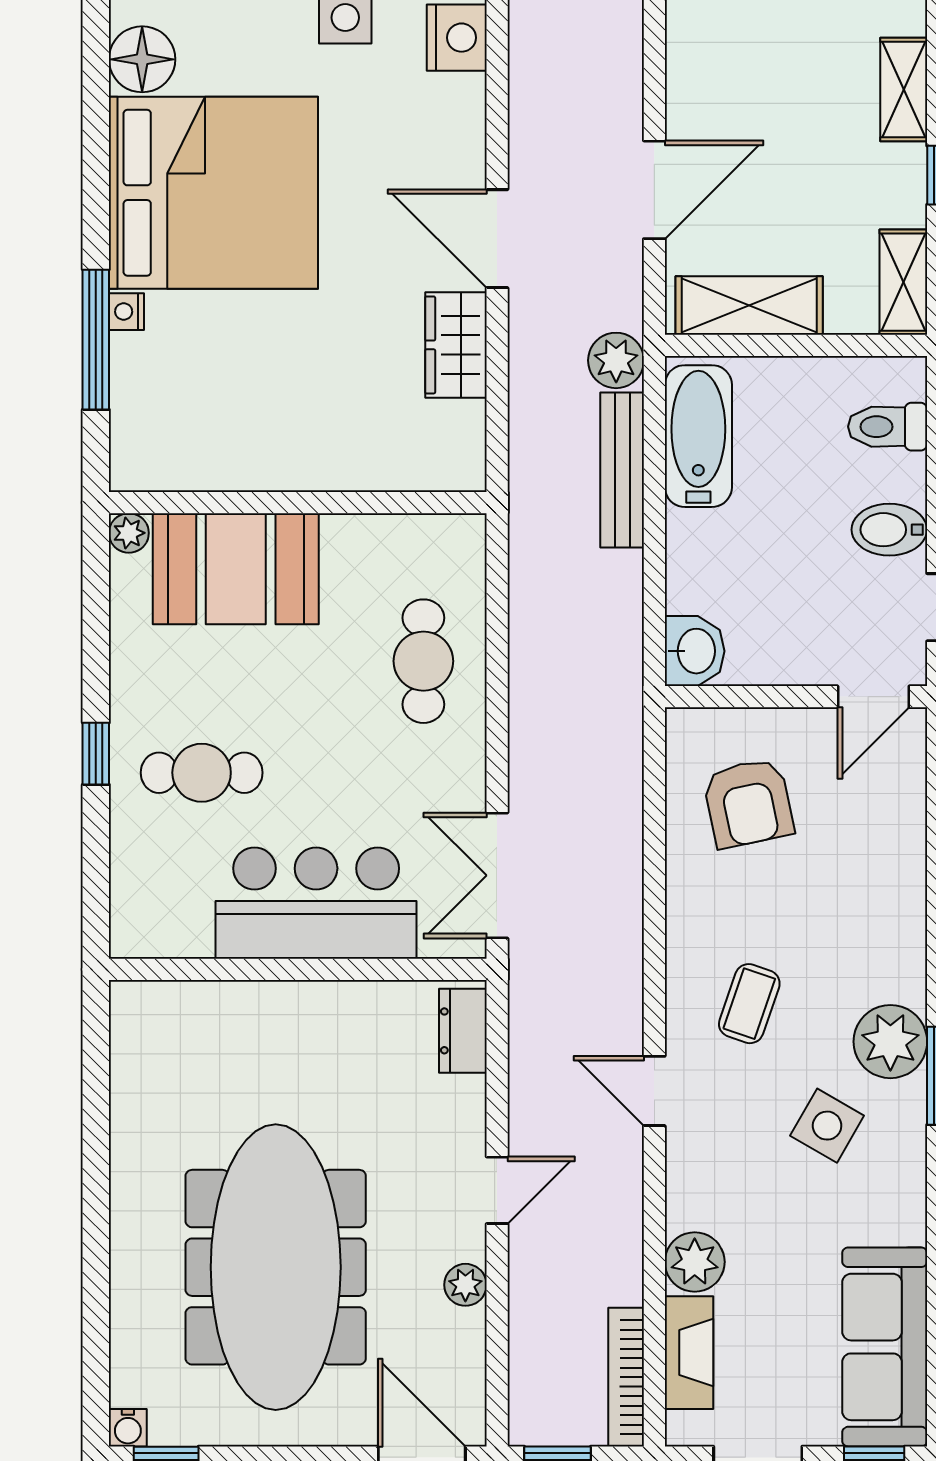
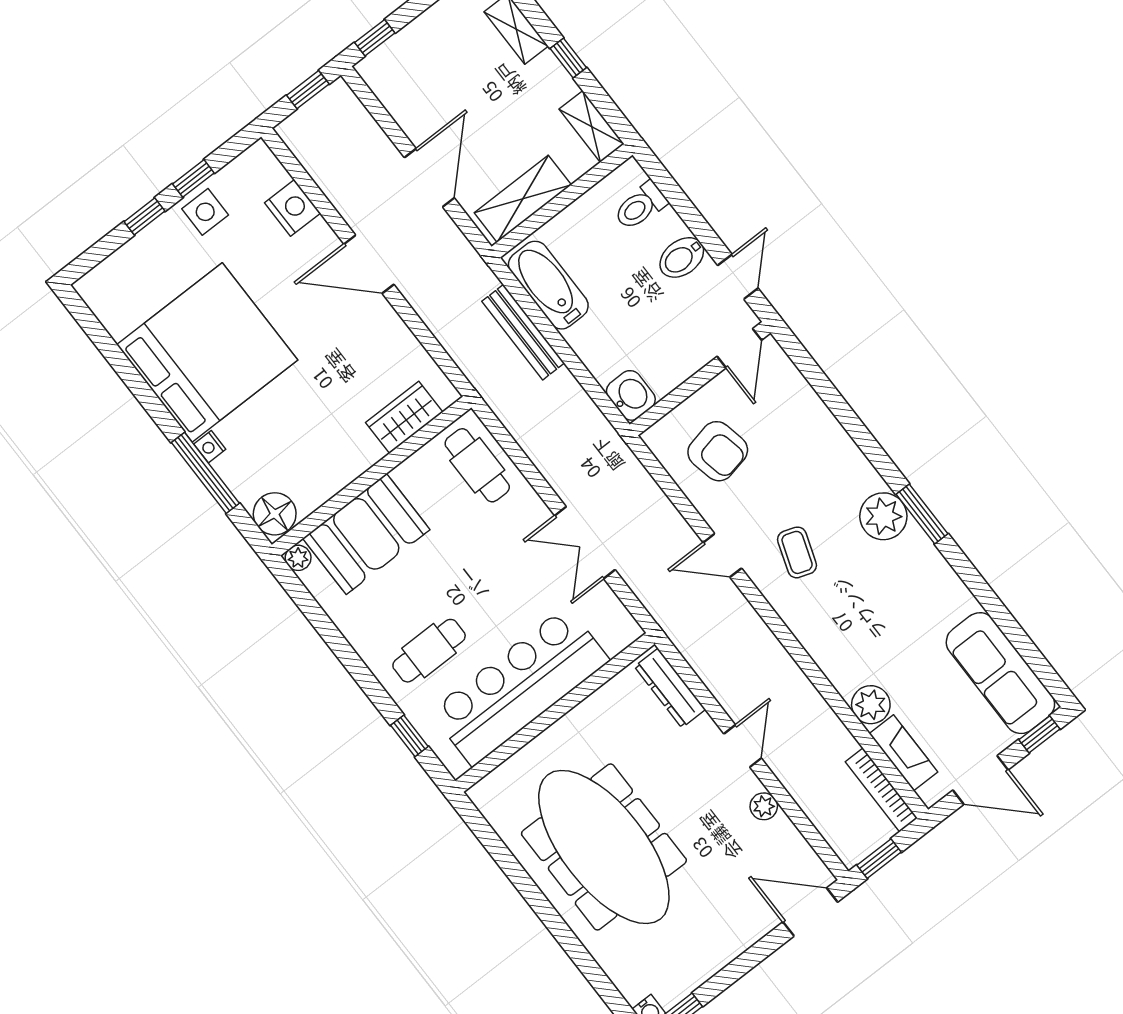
nightstand: (457, 38) -> (293, 208), moved
floor lamp: (142, 59) -> (275, 514), moved
wardrobe: (456, 345) -> (404, 417), moved, turned 90
plant: (616, 360) -> (477, 279), removed
cafe table: (423, 661) -> (477, 465), moved
window: (96, 754) -> (409, 736), moved
double door: (497, 875) -> (585, 543), moved
bar counter: (316, 903) -> (520, 686), width x1.36
dresser: (463, 1031) -> (670, 688), width x1.44
door: (654, 1091) -> (722, 555), moved
side table: (827, 1126) -> (884, 584), removed
meeting table: (276, 1267) -> (604, 847), moved

